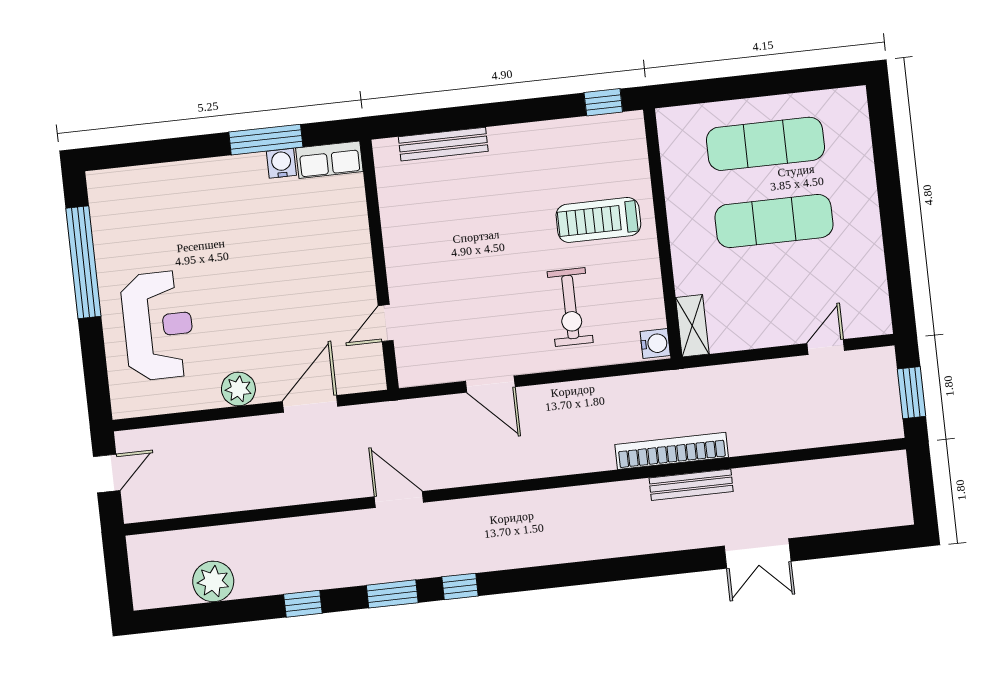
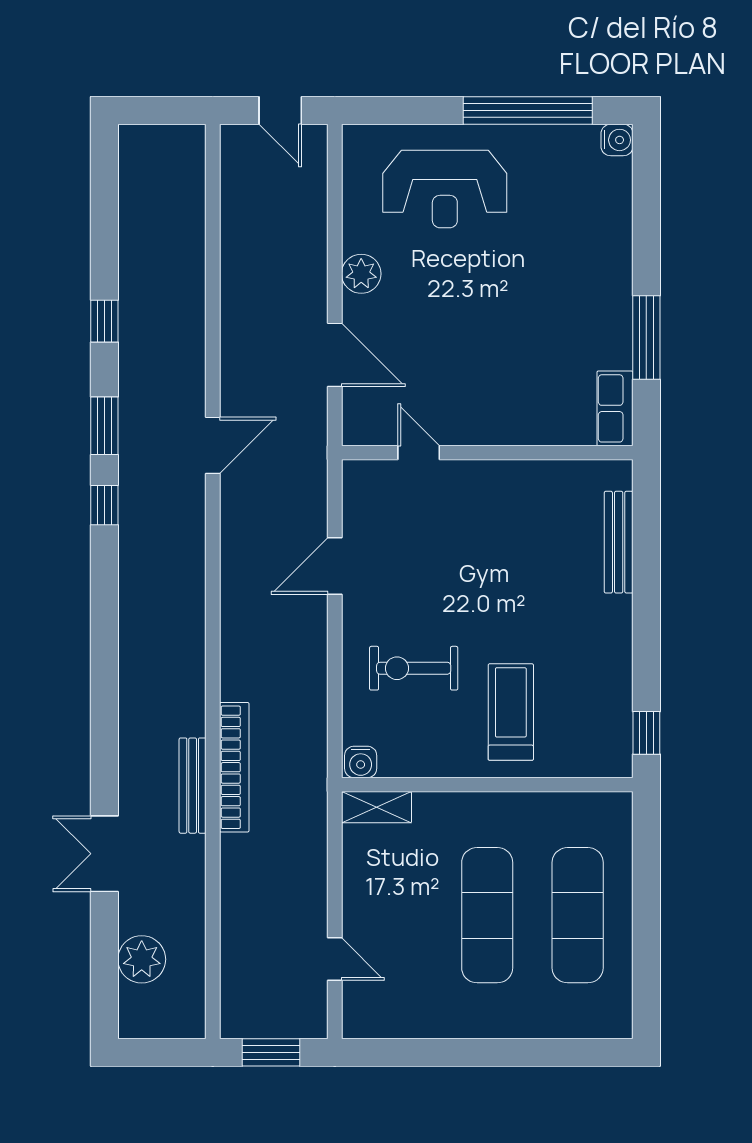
water cooler: (281, 163) -> (617, 140), moved
plant: (213, 581) -> (142, 959), moved

